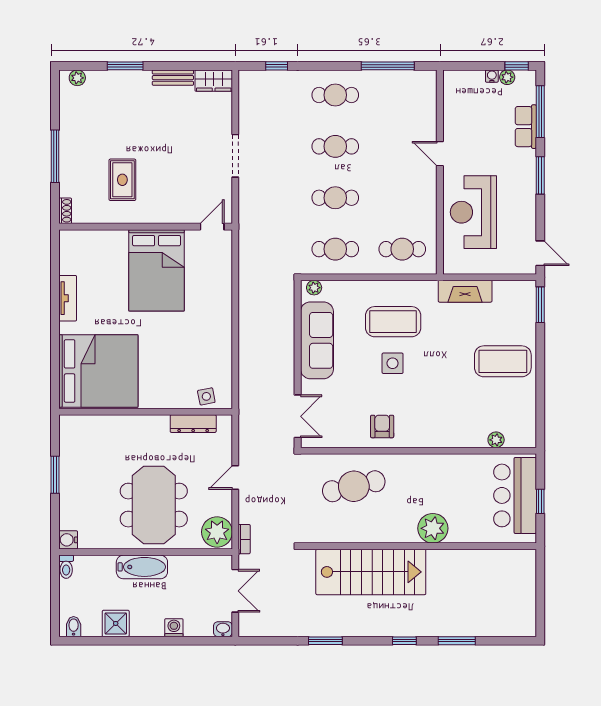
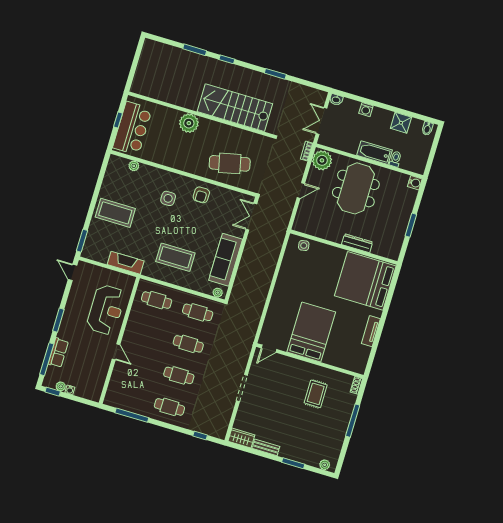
side table: (393, 363) -> (168, 198), moved
dresser: (193, 424) -> (357, 243), moved
toilet: (66, 567) -> (395, 159), moved

